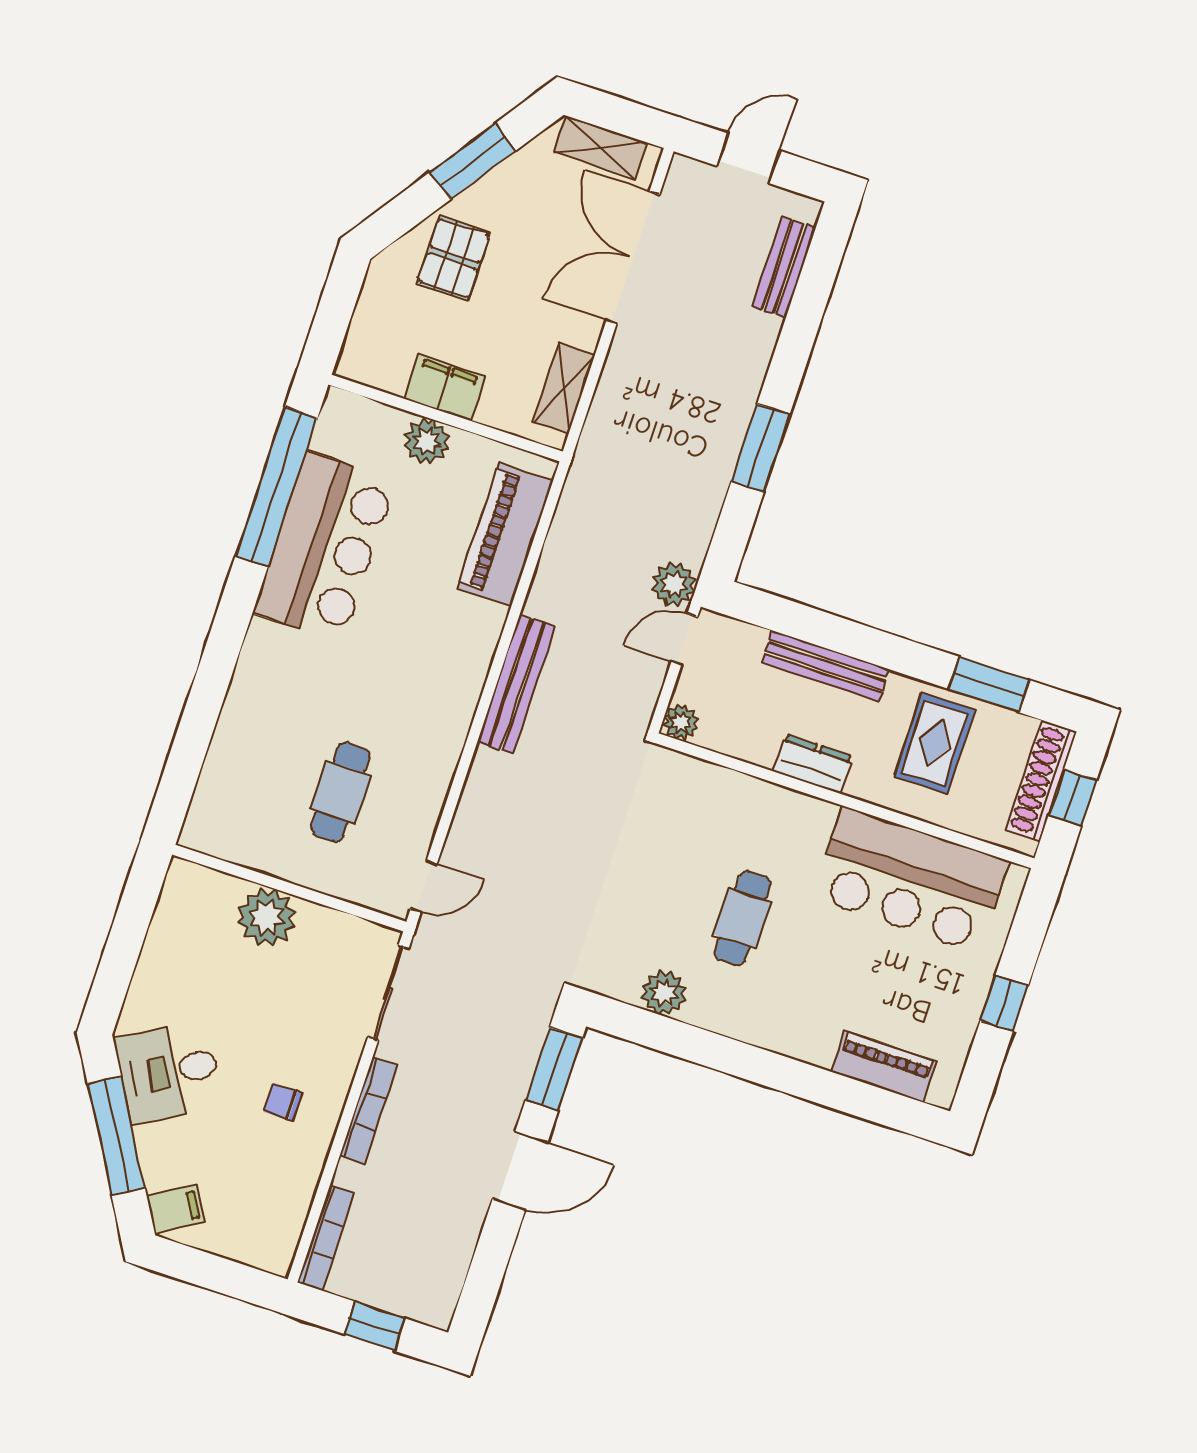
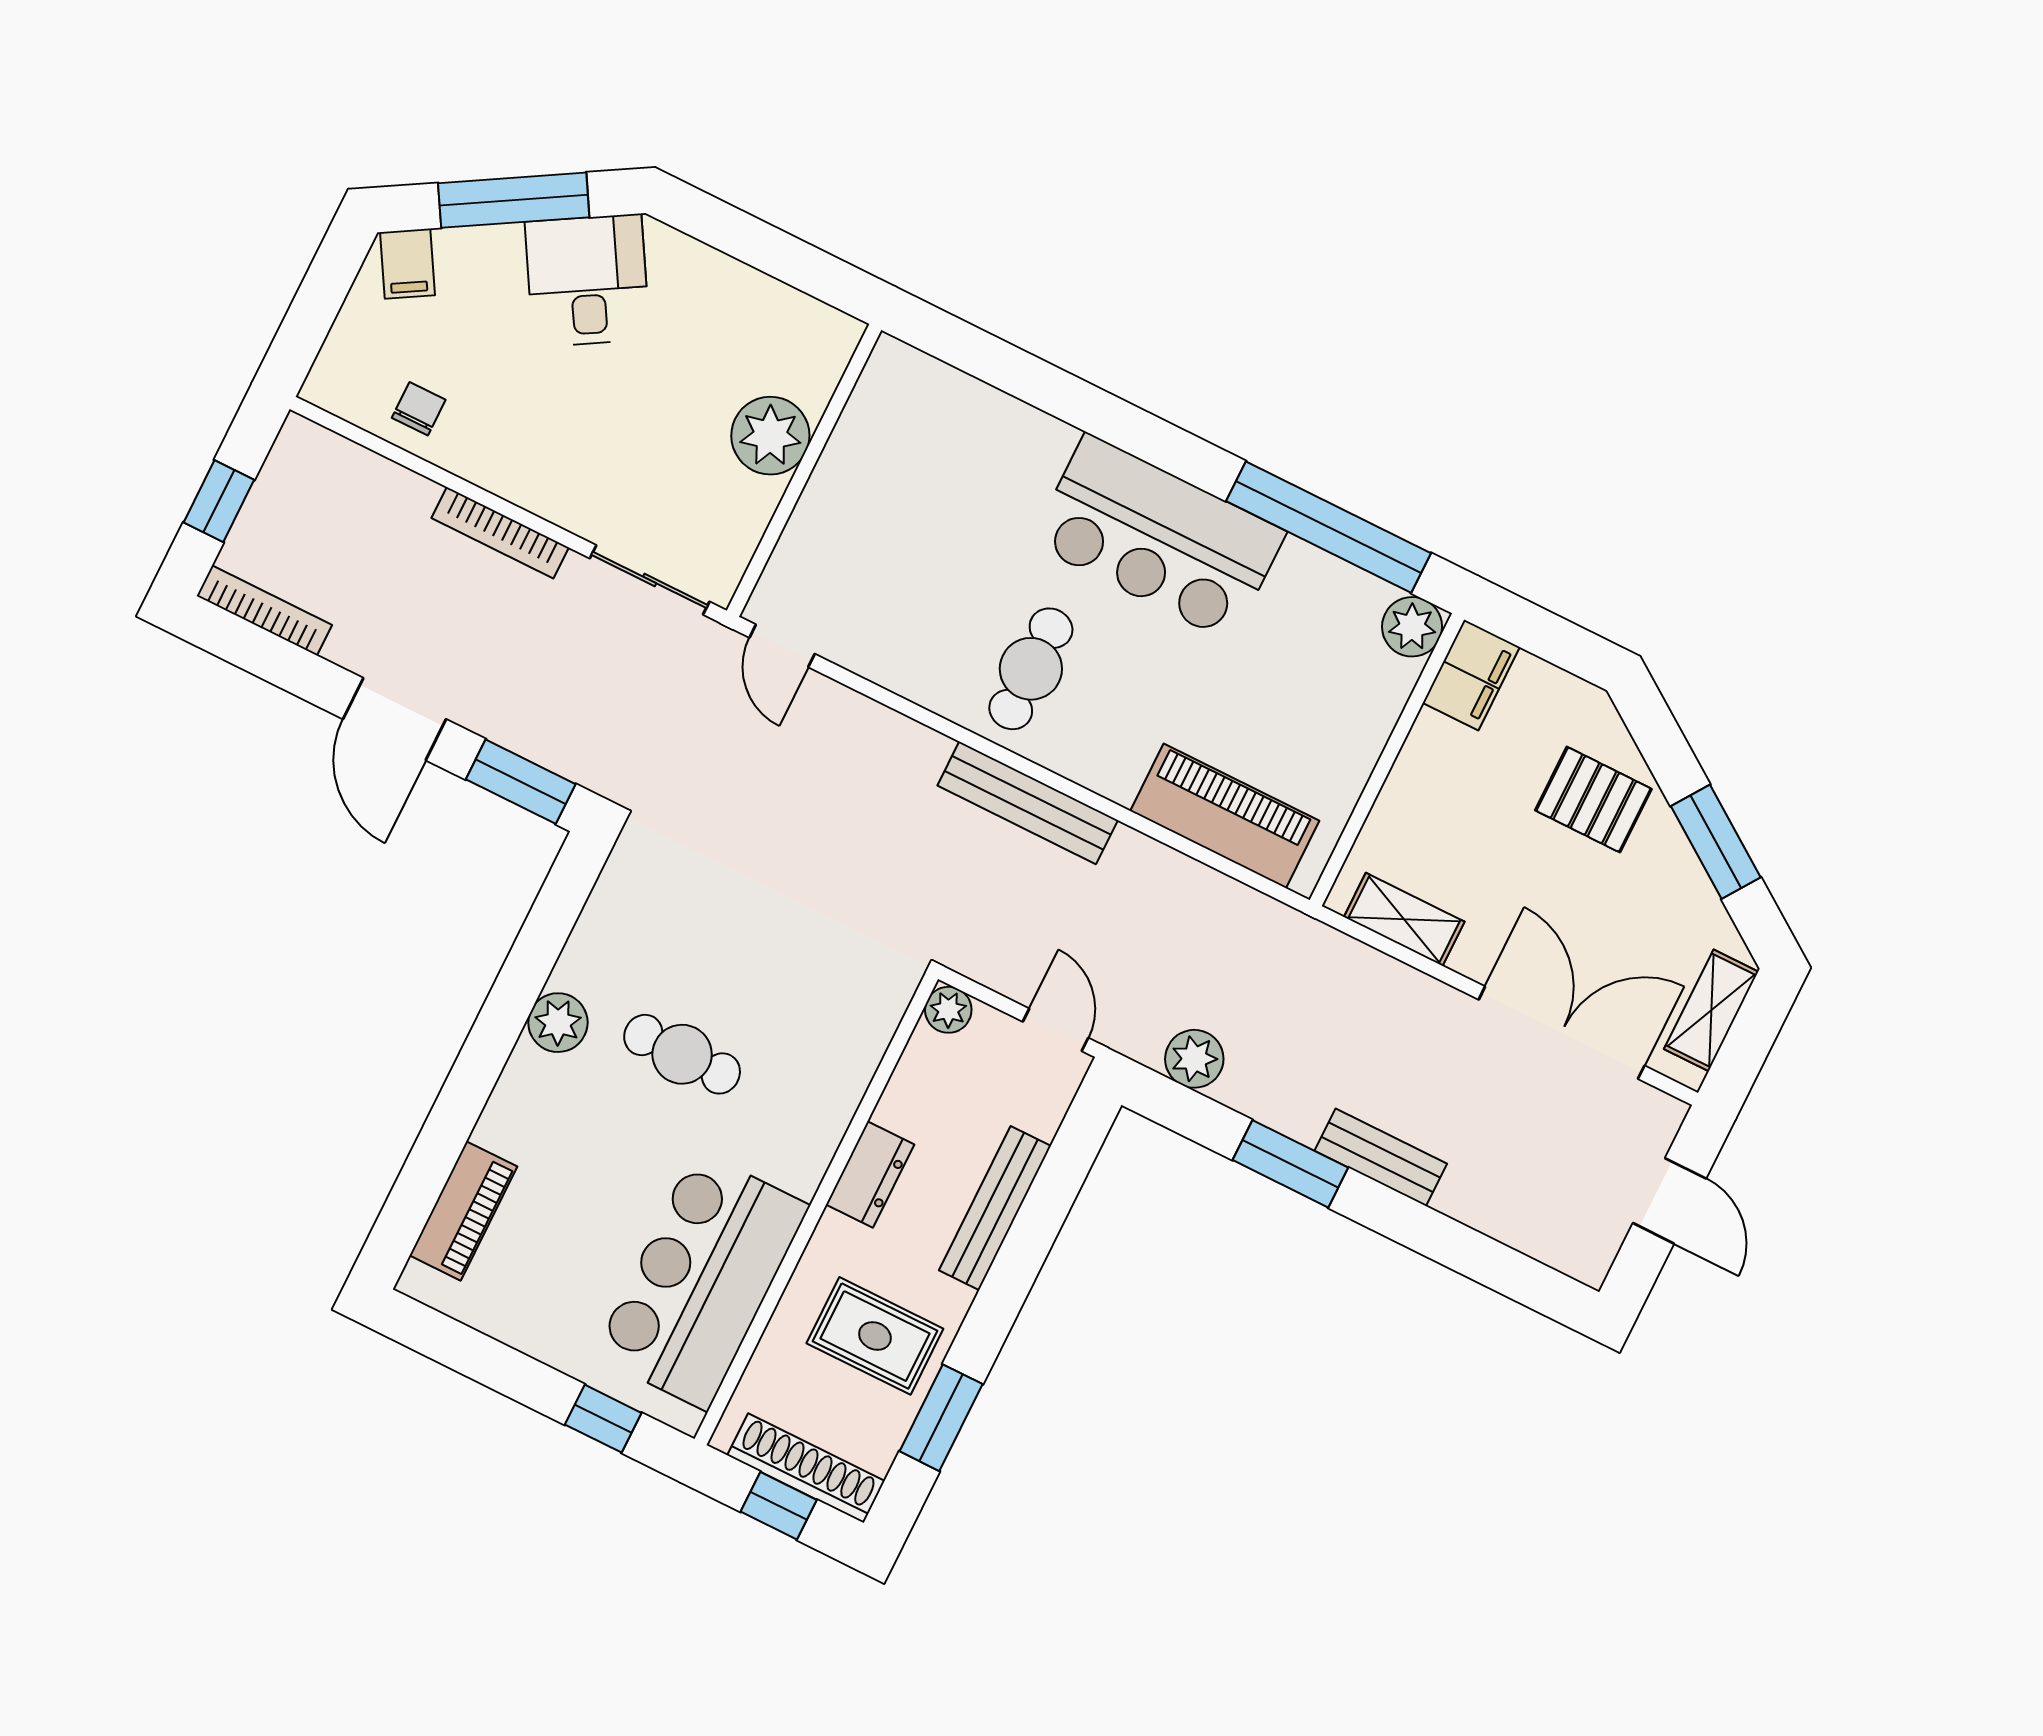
bench: (784, 267) -> (1381, 1157), moved
filing cabinet: (445, 387) -> (1471, 675), moved
plant: (427, 441) -> (1412, 627), moved
bar counter: (325, 547) -> (1158, 538), moved
plant: (674, 584) -> (1194, 1059), moved
cafe table: (340, 792) -> (1031, 669), moved, turned 90
plant: (664, 993) -> (558, 1023), moved
window: (1004, 1003) -> (603, 1419), moved
chair: (283, 1102) -> (419, 409), moved
bookcase: (326, 1238) -> (264, 610), moved, turned 180

